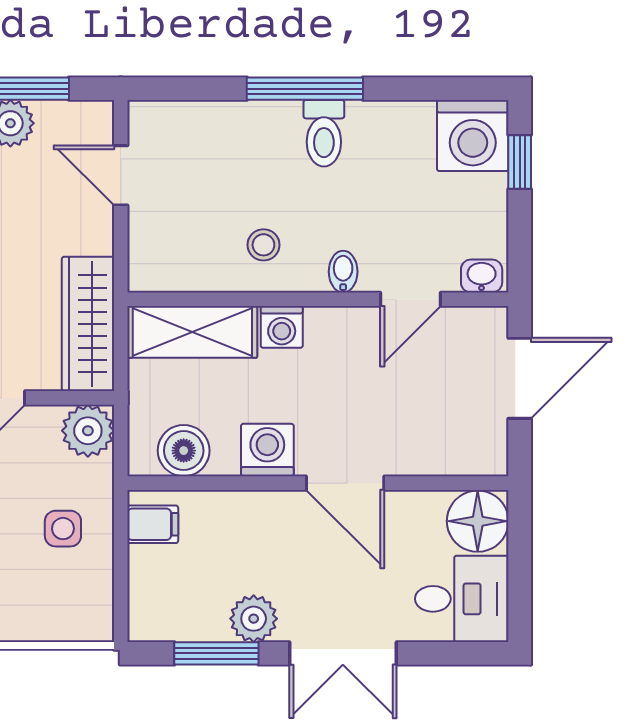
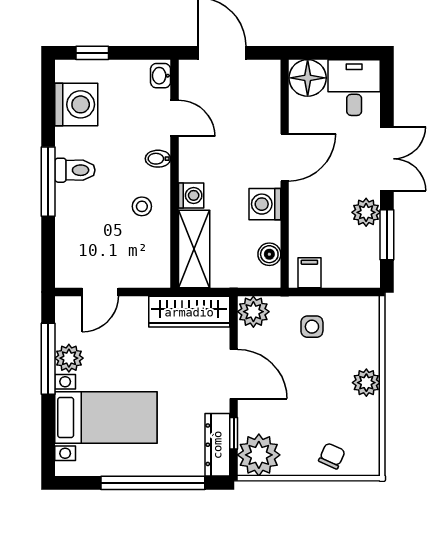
washing machine: (473, 136) -> (76, 104), moved
boiler: (184, 451) -> (269, 254), width x0.73, depth x0.73

